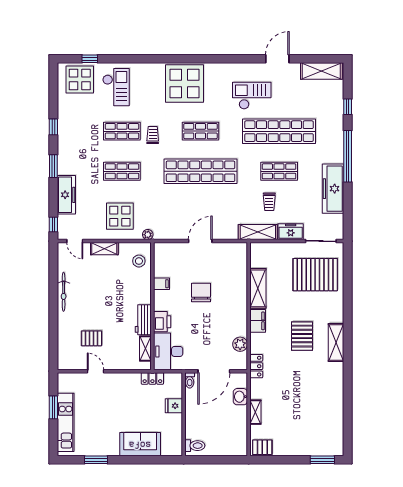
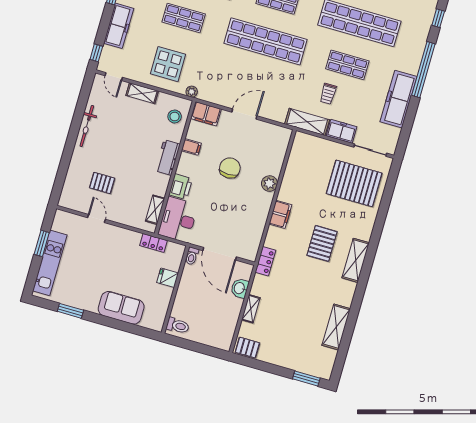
filing cabinet: (166, 251) -> (206, 114), added
shelving: (258, 288) -> (336, 327), moved
workbench: (143, 320) -> (168, 157), moved
plant: (240, 344) -> (269, 184), moved
door: (214, 371) -> (220, 254), hinge flipped

